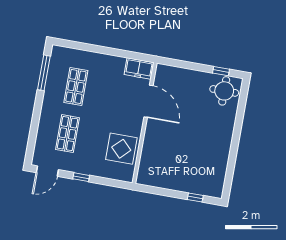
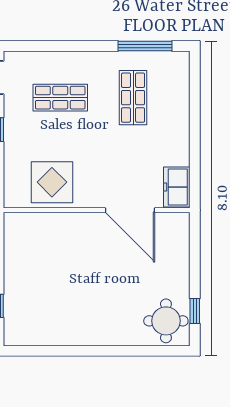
shop shelf: (76, 86) -> (133, 98), turned 90
door: (148, 101) -> (130, 210), hinge flipped

